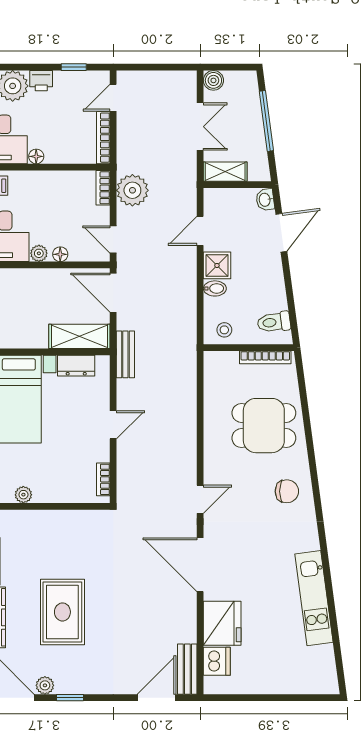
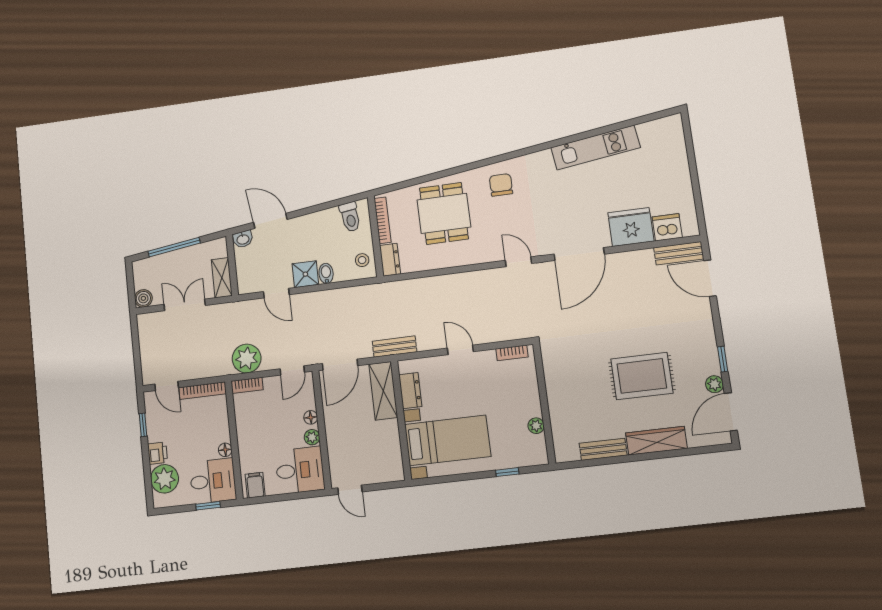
dresser: (221, 361) -> (390, 260), added

